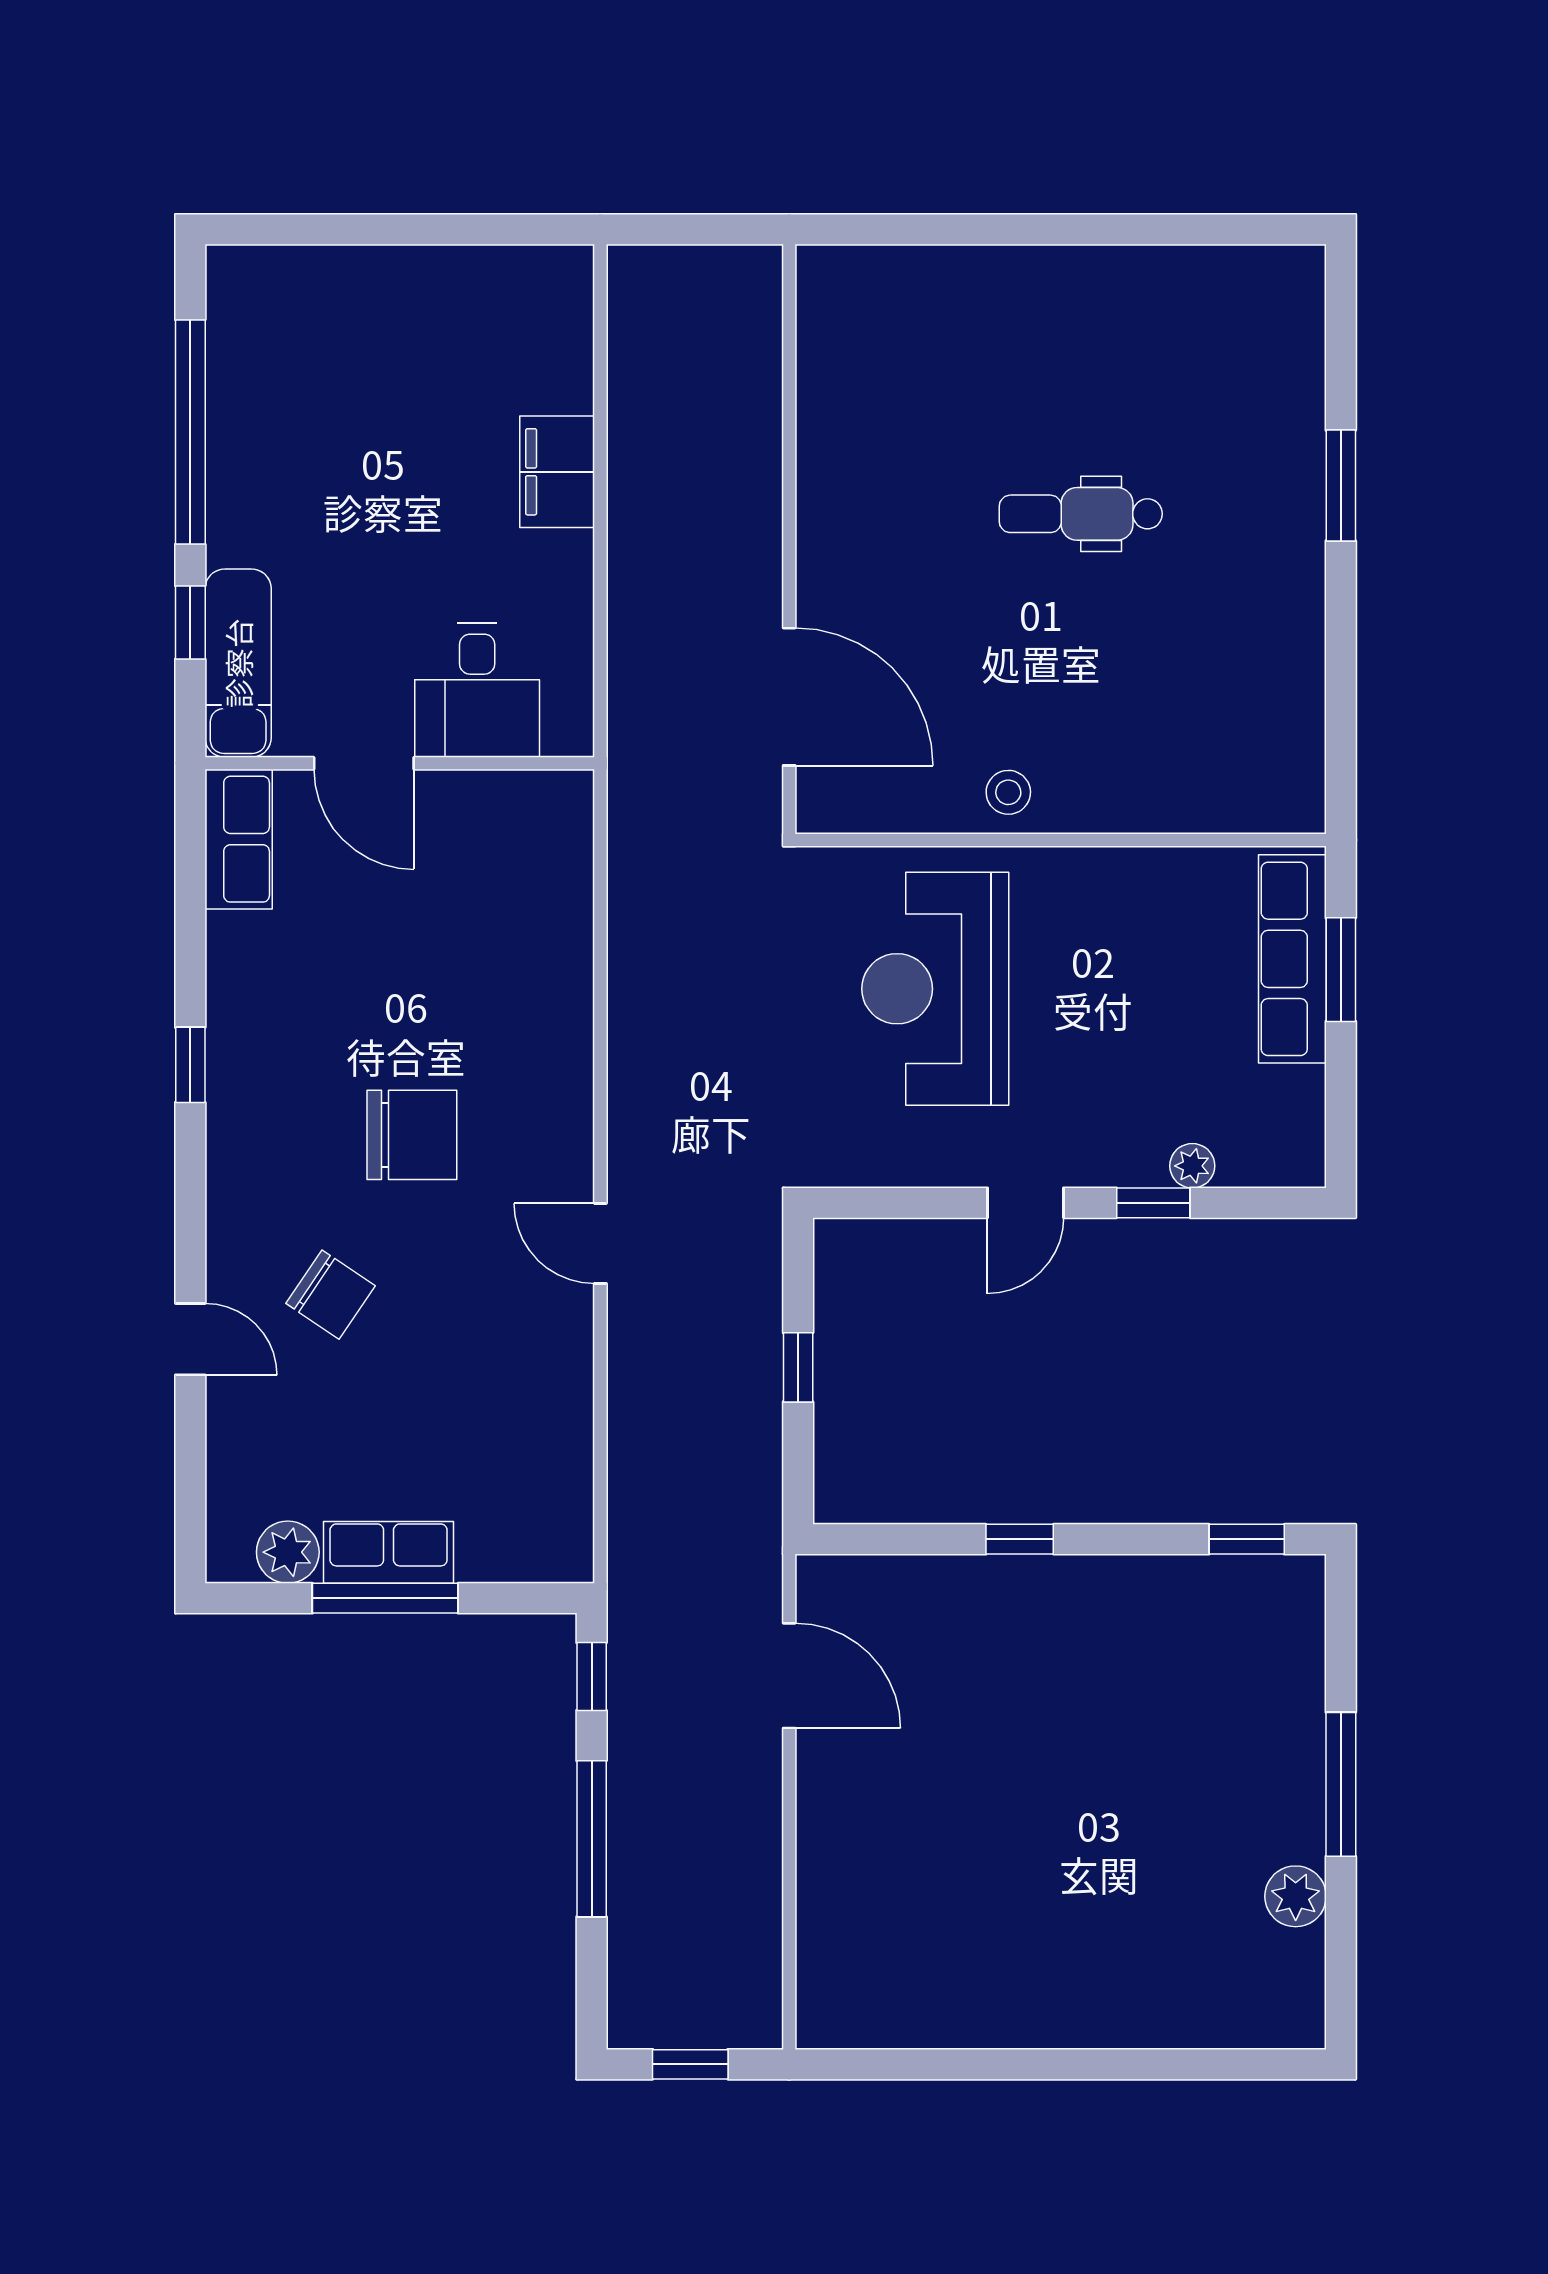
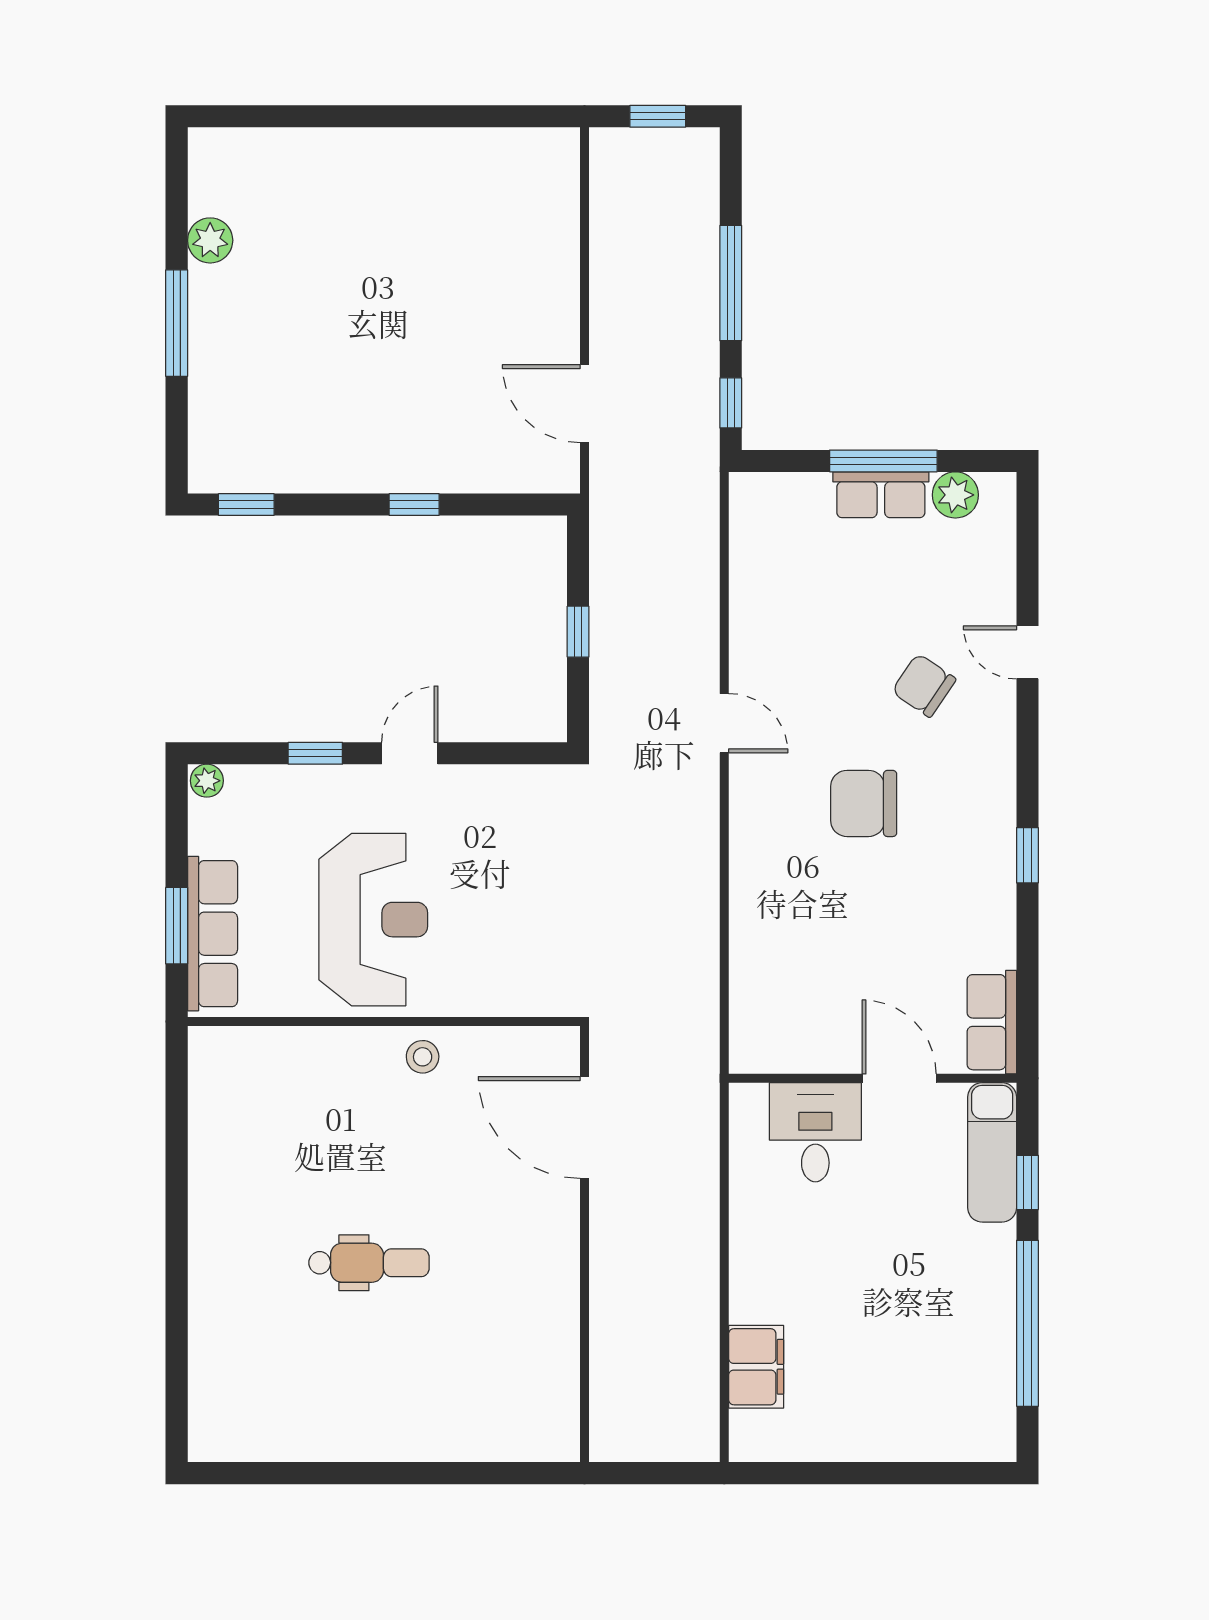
filing cabinet: (557, 472) -> (756, 1367), moved
window: (1341, 485) -> (177, 1284), removed
reception desk: (935, 989) -> (373, 920), moved
plant: (1192, 1166) -> (207, 781), moved

